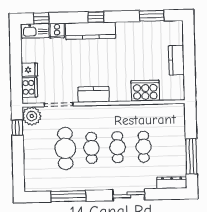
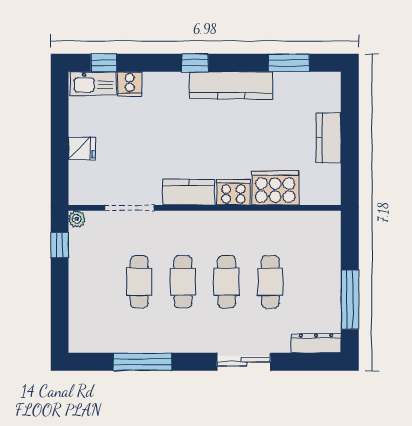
kitchen counter: (90, 31) -> (231, 86), moved
cooker: (29, 87) -> (233, 192), moved, turned -90
plant: (32, 116) -> (77, 219), width x0.53, depth x0.53
cafe table: (65, 148) -> (139, 282), width x0.73, depth x0.74

